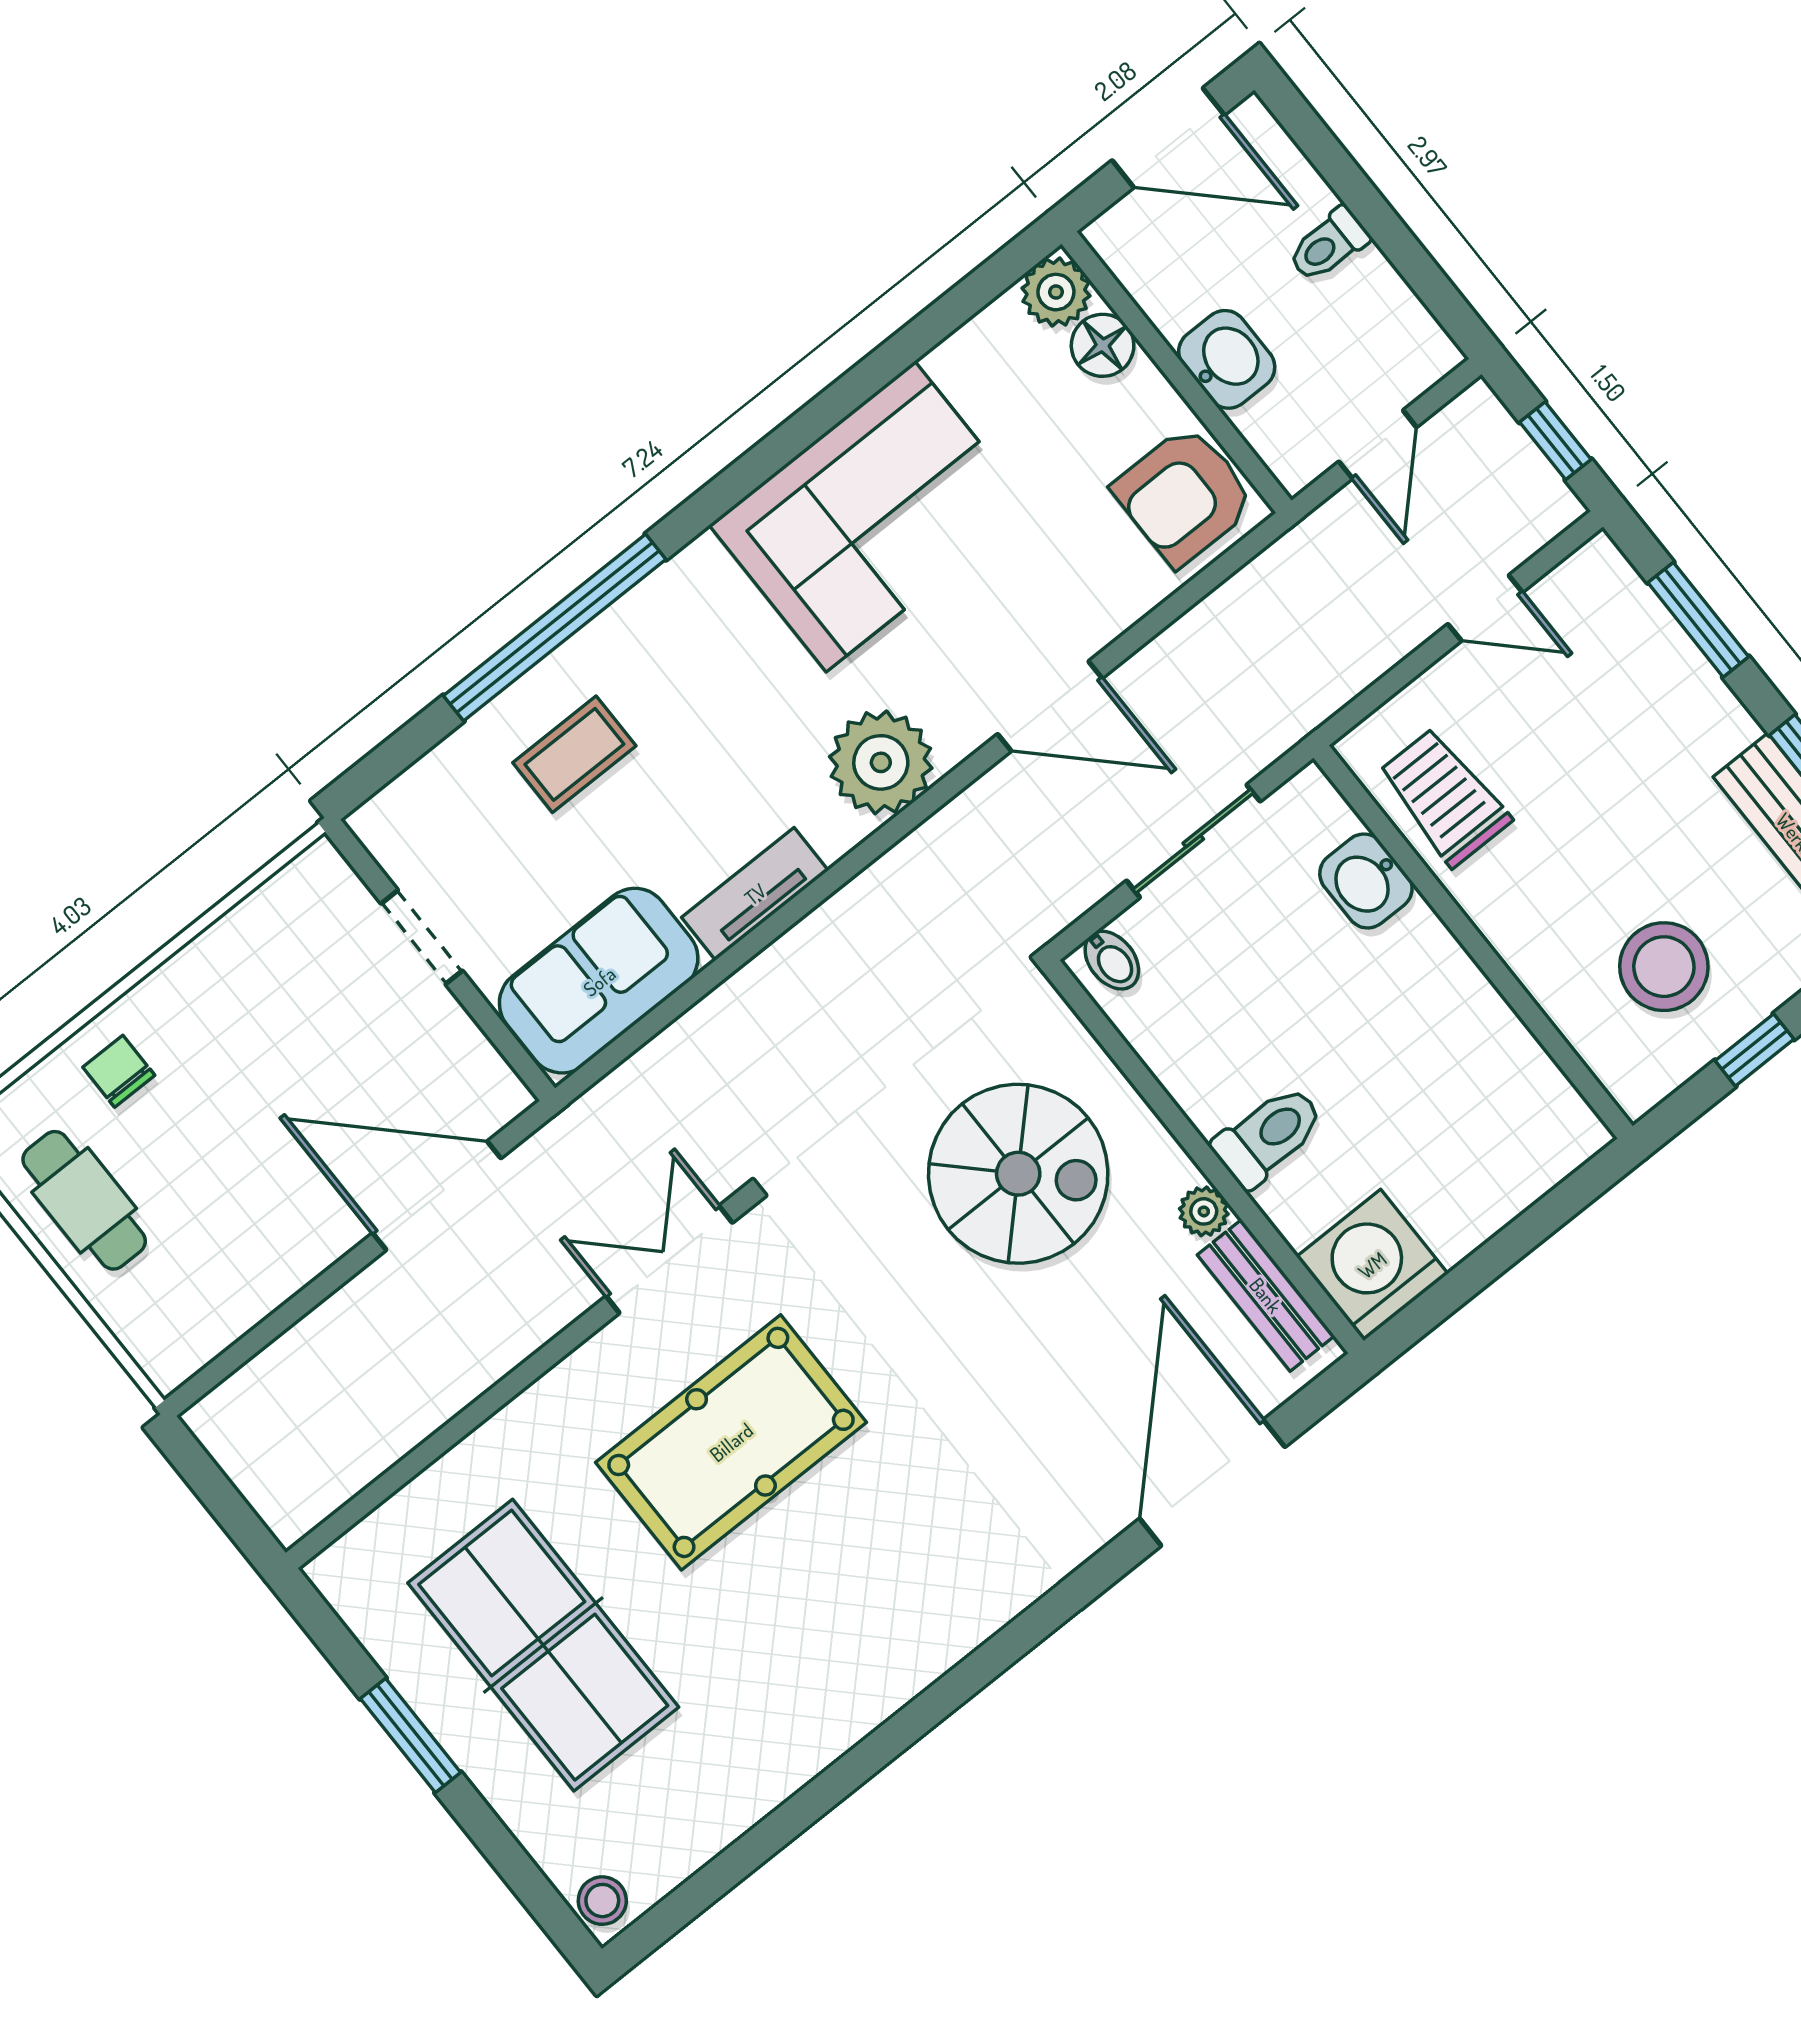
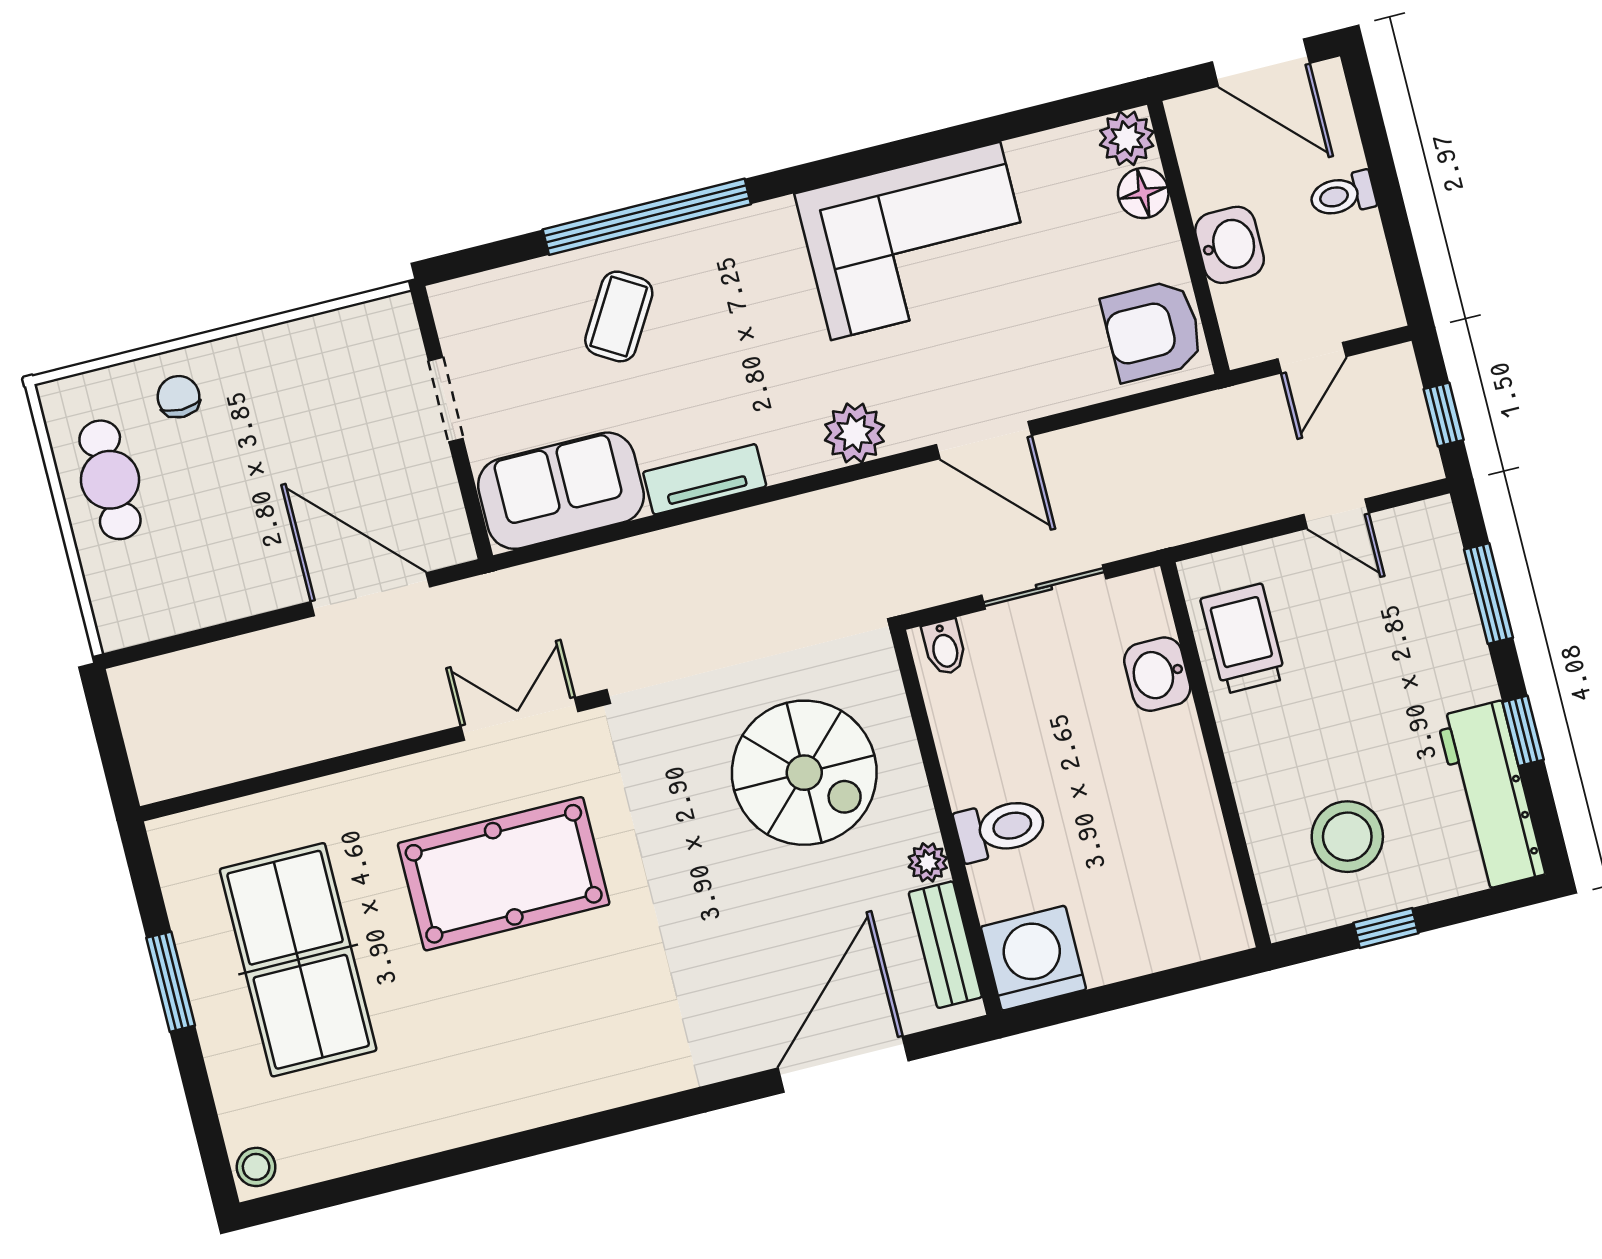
coffee table: (574, 754) -> (619, 316), turned -59
plant: (881, 762) -> (854, 433), width x0.73, depth x0.73

